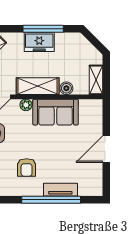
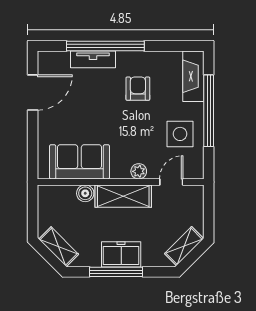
shelving: (96, 80) -> (59, 247), moved, turned -45
sofa: (56, 112) -> (80, 162), moved
door: (106, 149) -> (33, 92), moved

